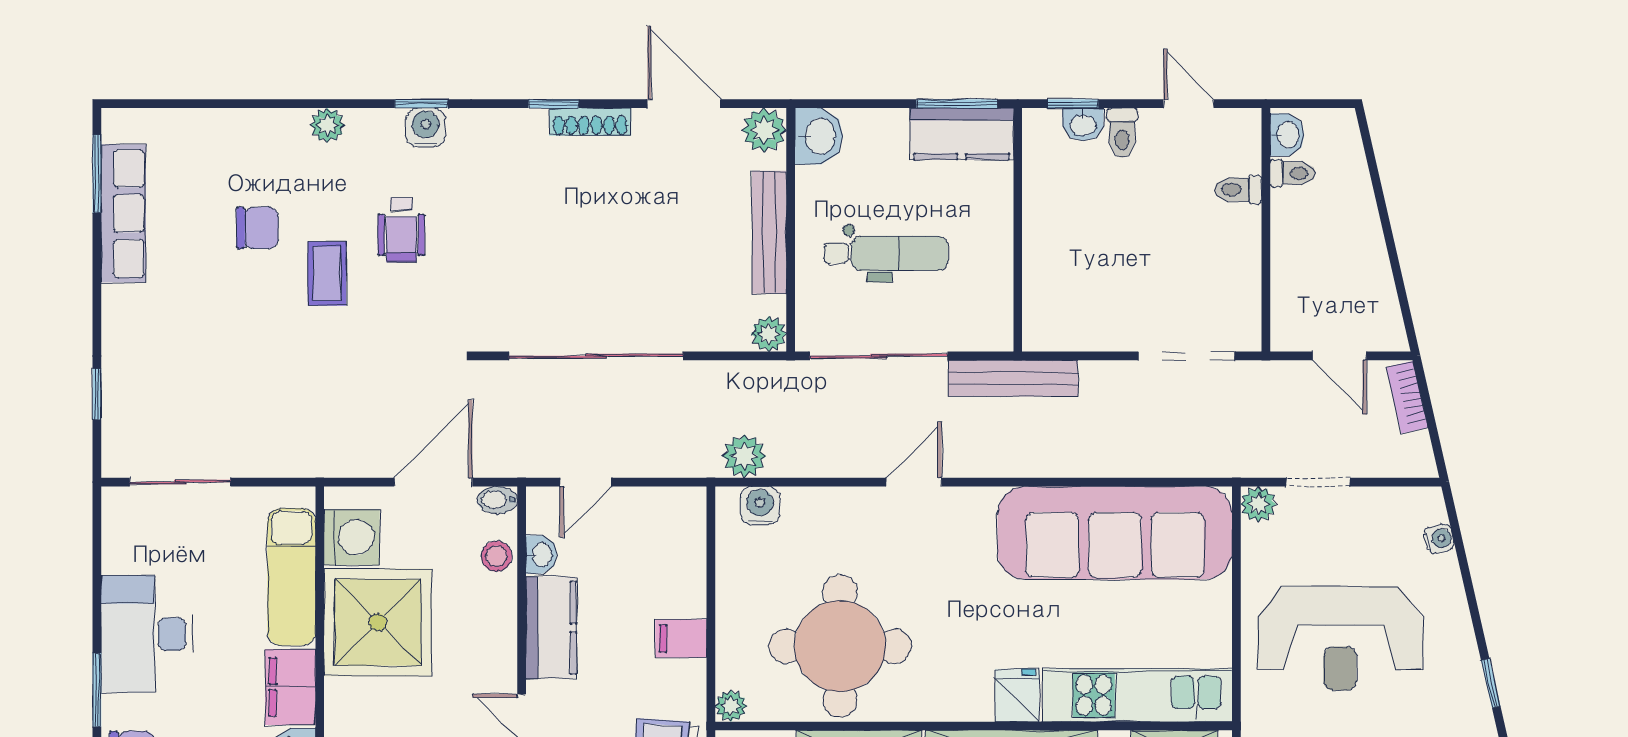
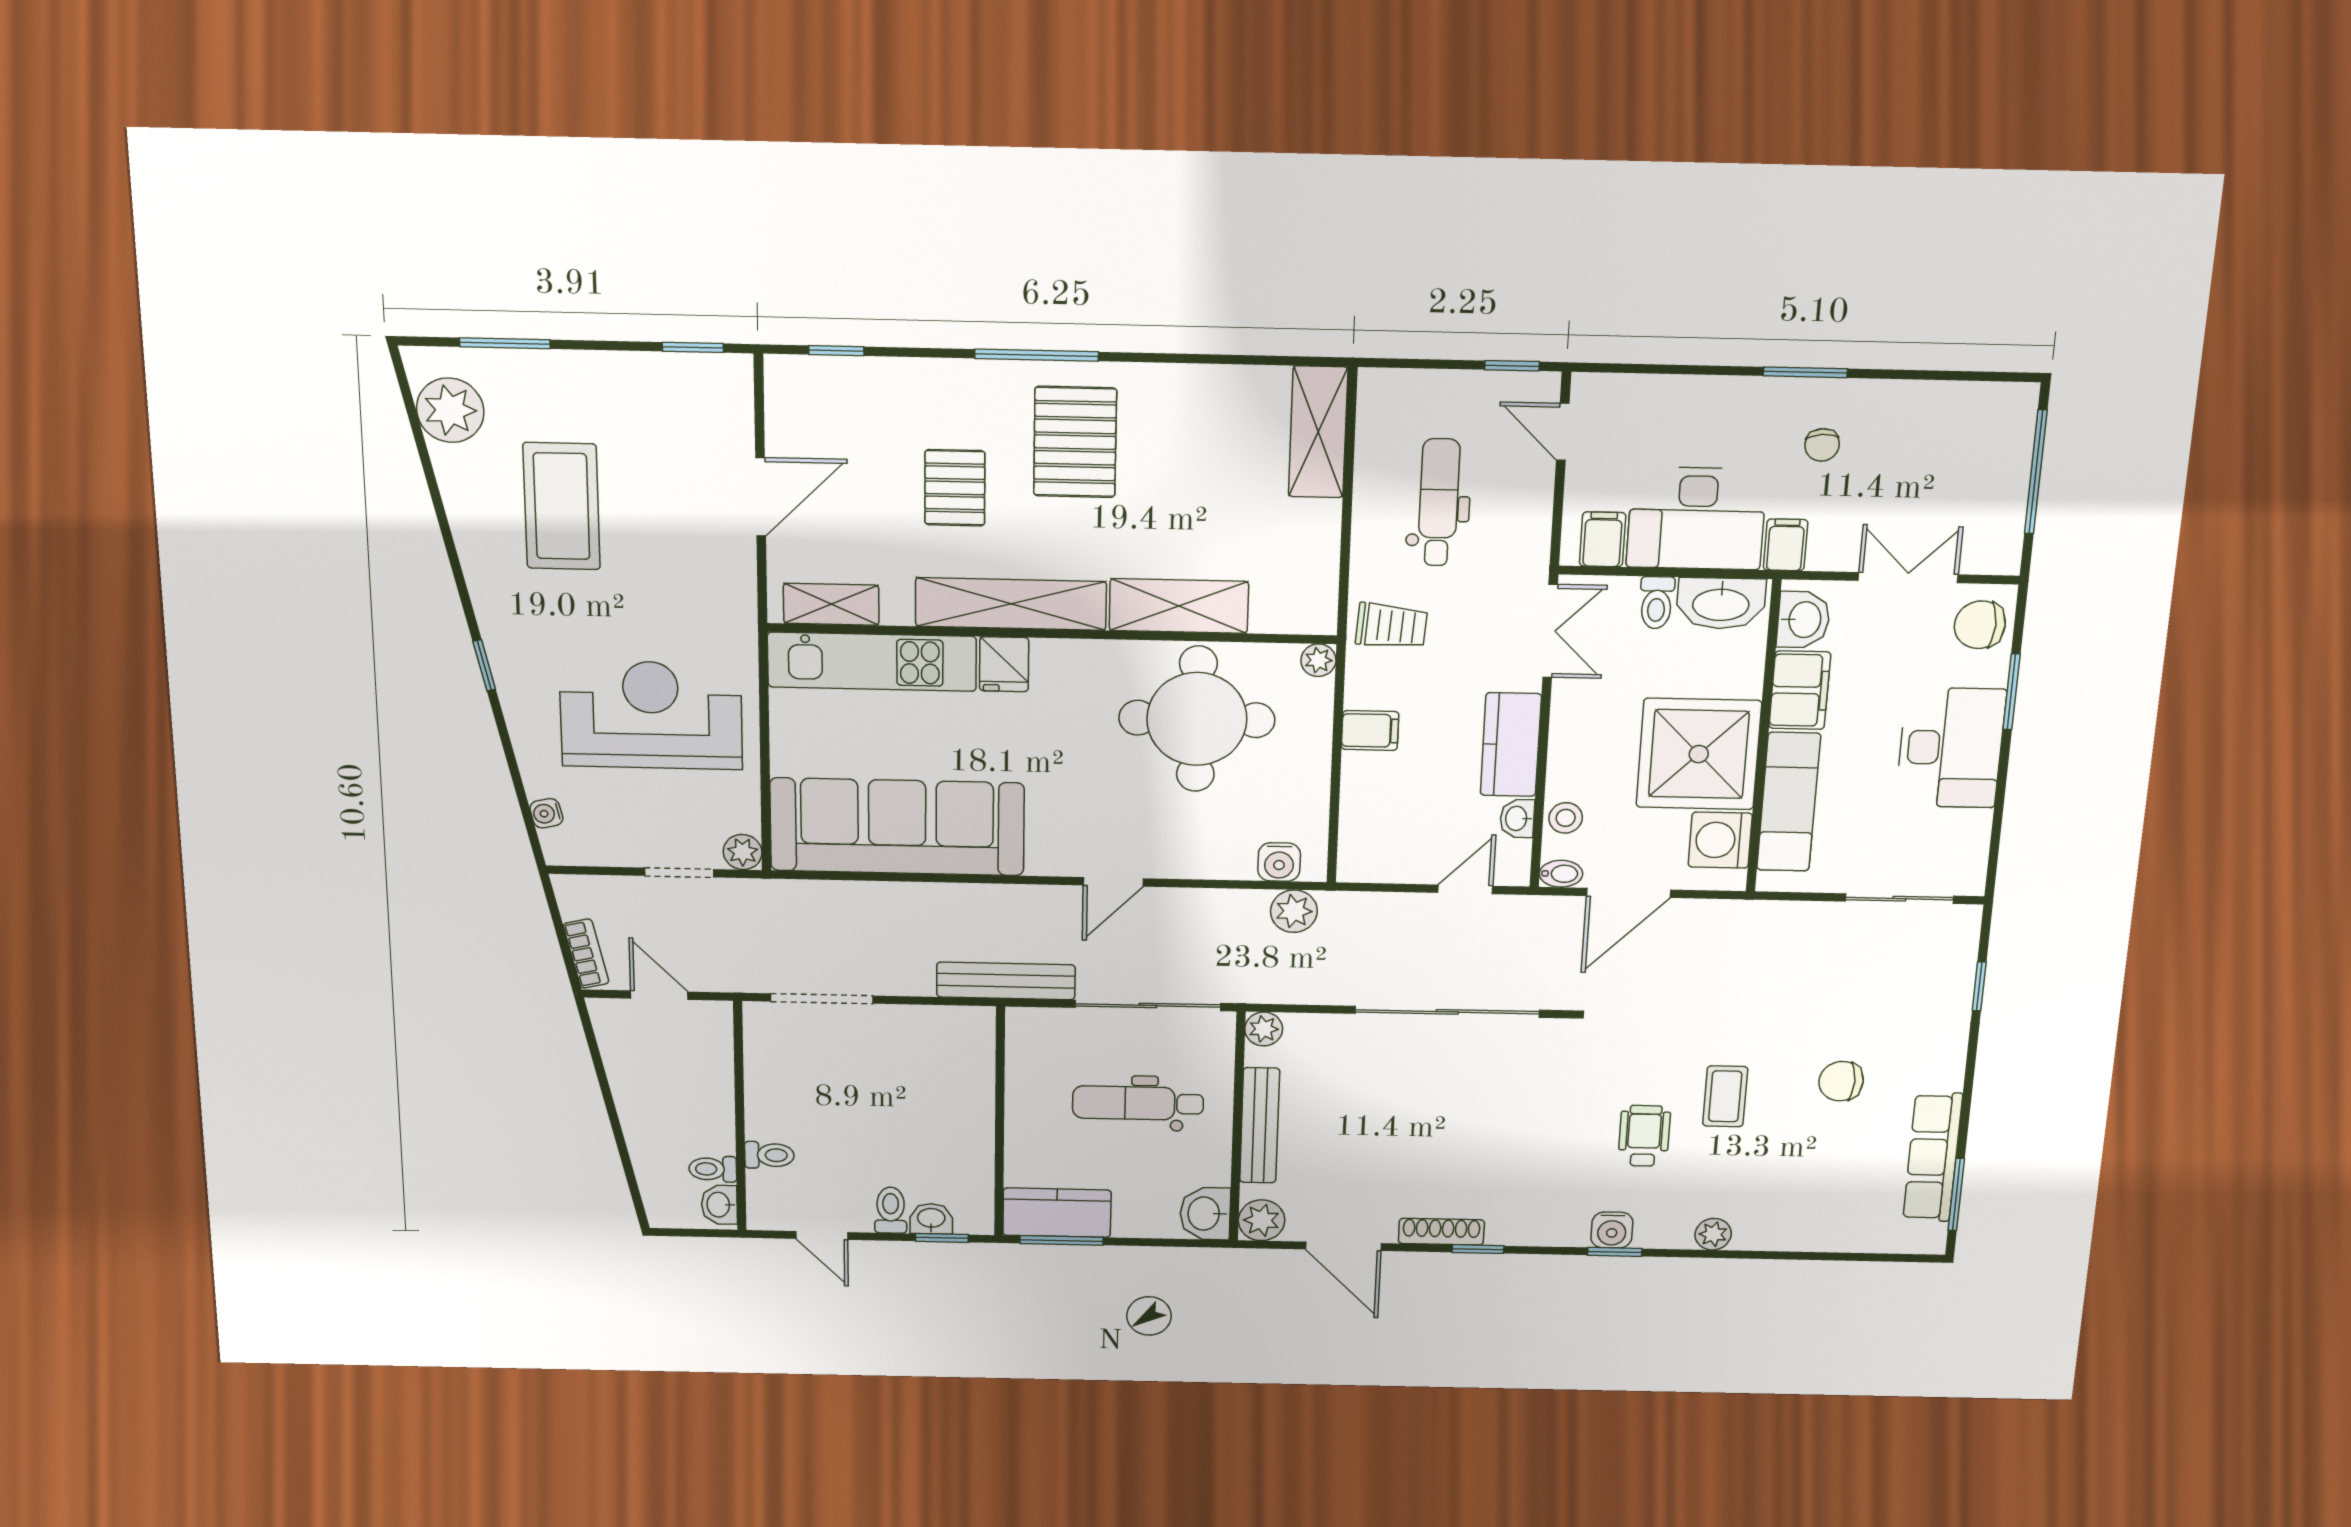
chair: (257, 228) -> (1841, 1081), moved

